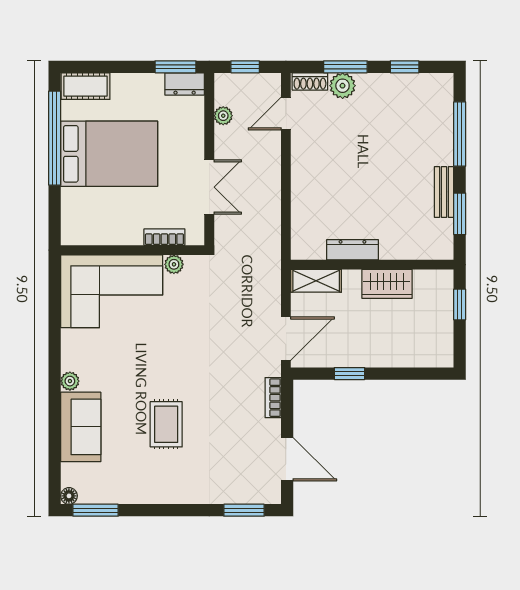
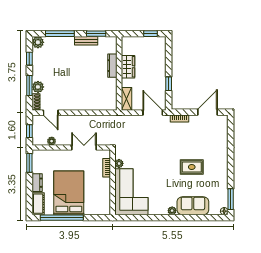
dresser: (185, 84) -> (37, 183), moved
plant: (441, 86) -> (38, 42), added
dresser: (352, 250) -> (112, 66), moved
window: (460, 304) -> (151, 34), moved
window: (244, 510) -> (231, 132), removed

